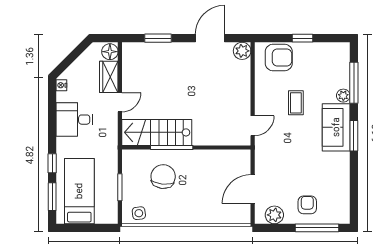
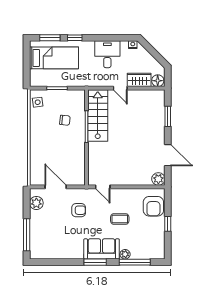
chair: (163, 177) -> (65, 120), width x0.54, depth x0.54
armchair: (307, 205) -> (79, 210), moved

